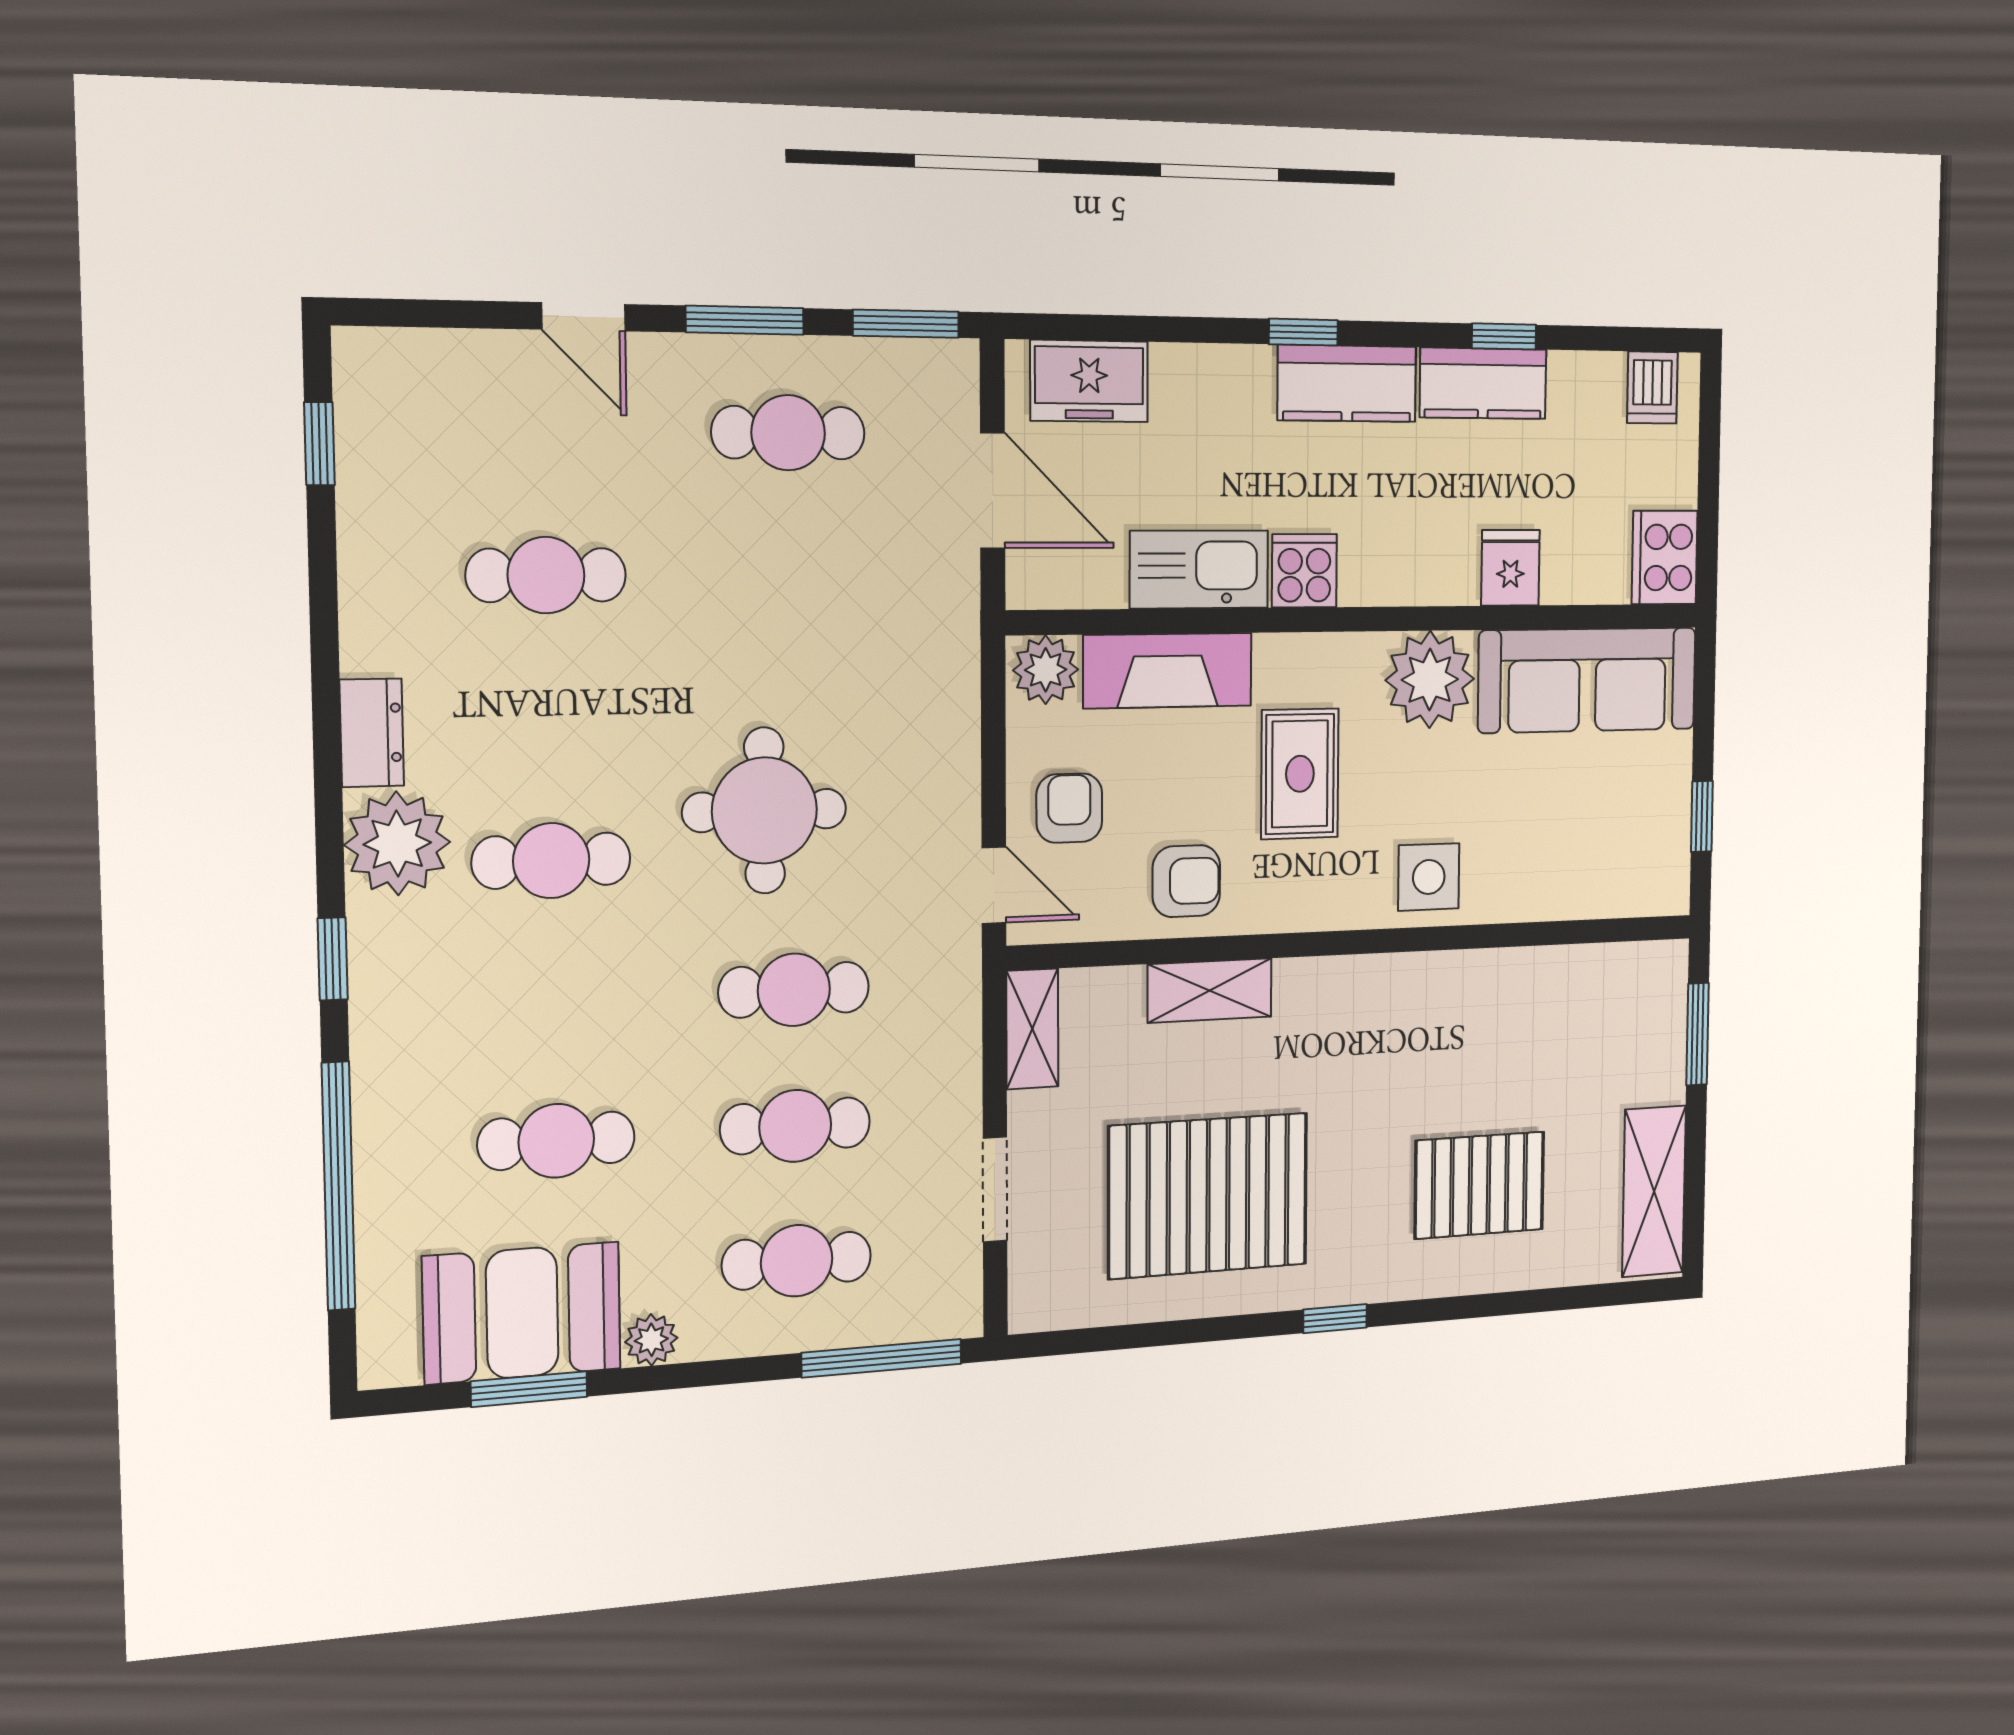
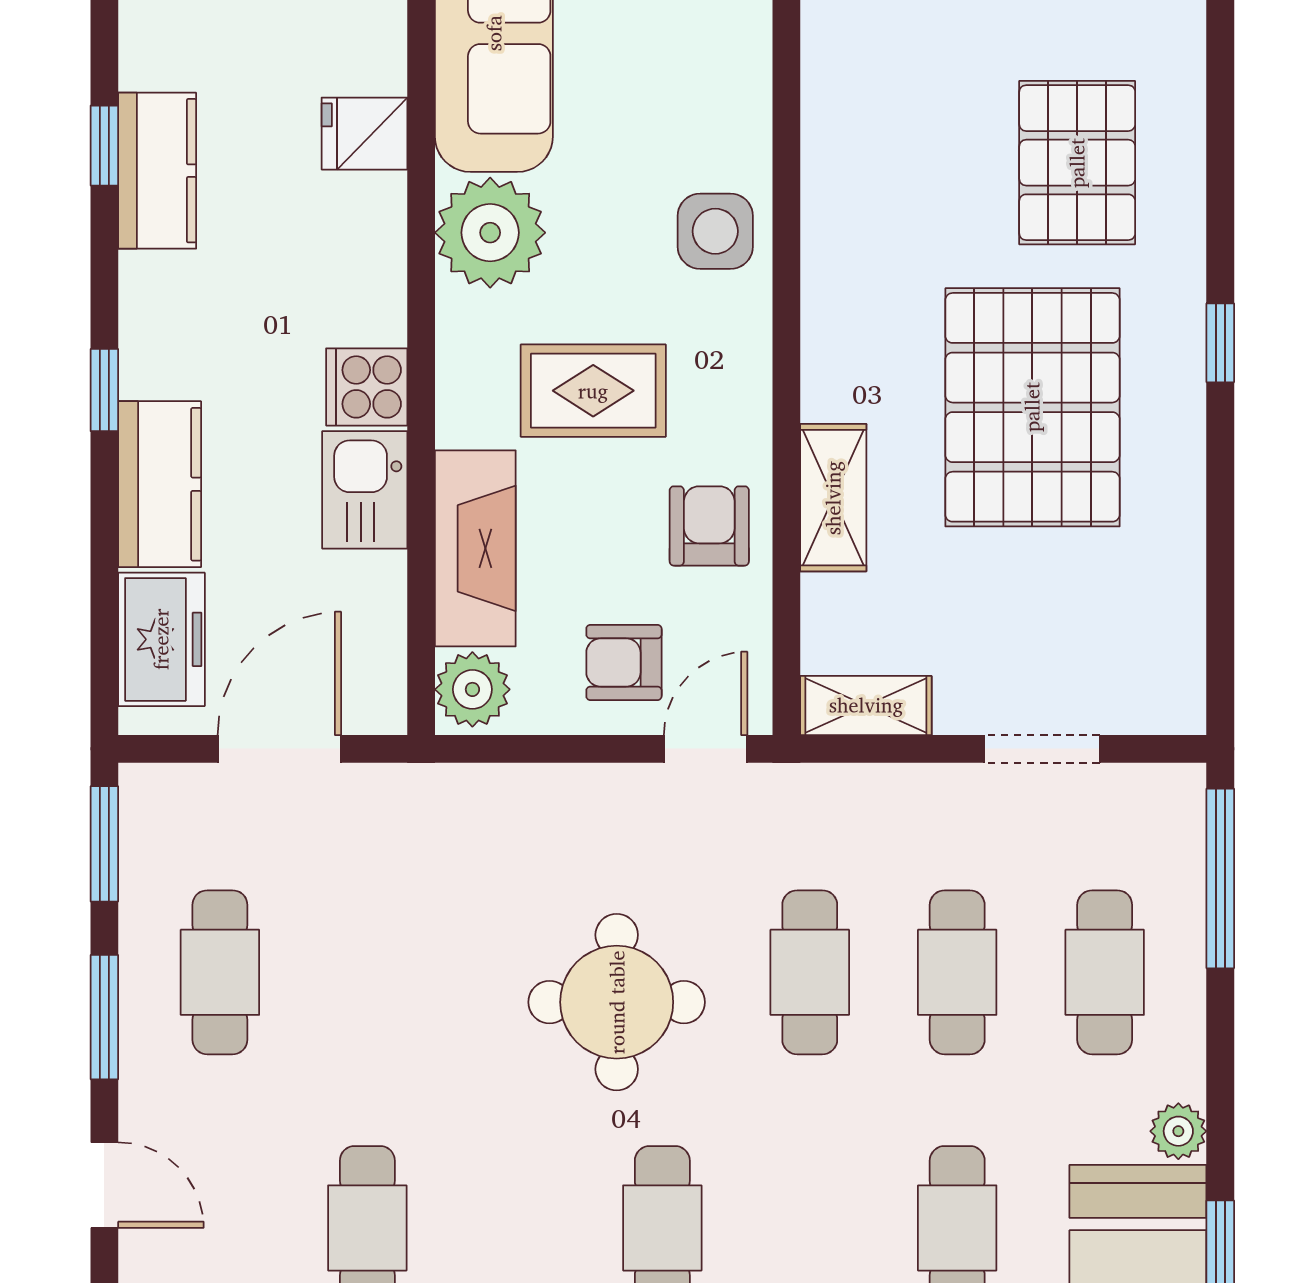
door: (583, 317) -> (104, 1185), hinge flipped
kitchen counter: (1347, 383) -> (160, 484), moved
kitchen sink: (1199, 569) -> (365, 490), width x0.73
pallet: (1208, 1196) -> (1032, 407), moved

